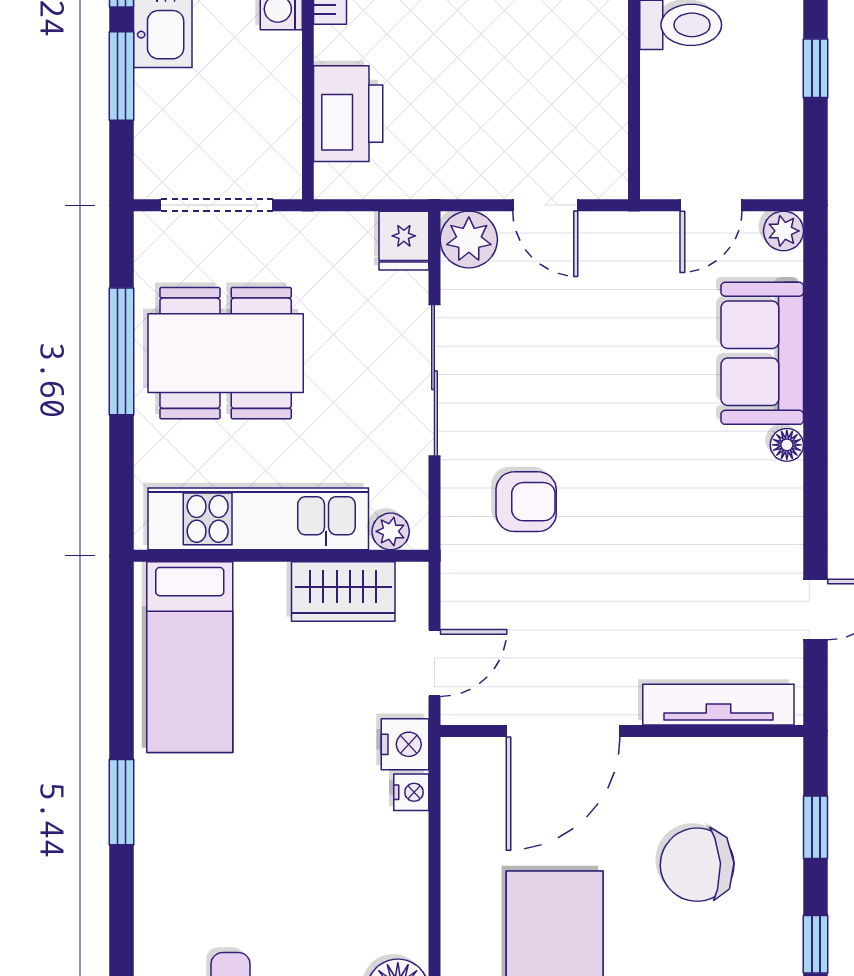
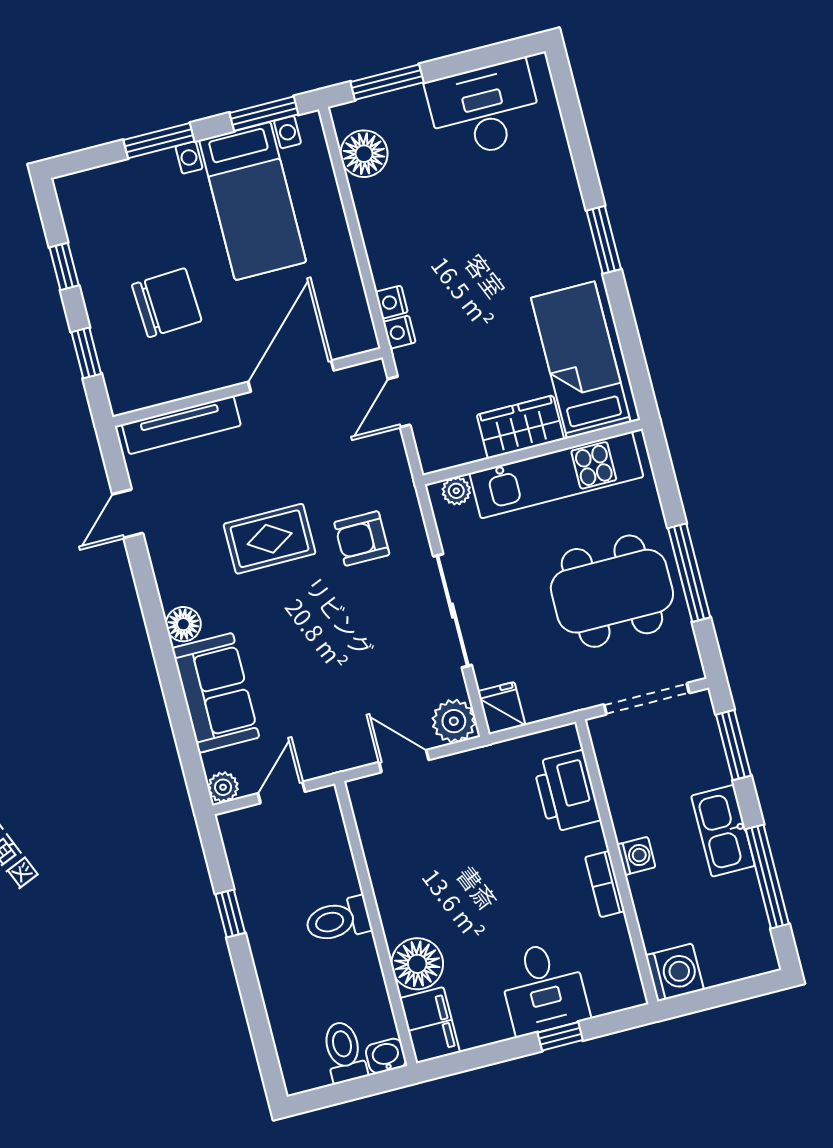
window: (121, 76) -> (733, 745), moved
floor lamp: (787, 445) -> (183, 624), width x1.37, depth x1.37
rug: (643, 531) -> (270, 539), added
wardrobe: (343, 591) -> (520, 427), moved
nightstand: (405, 744) -> (399, 332), width x0.72, depth x0.74

